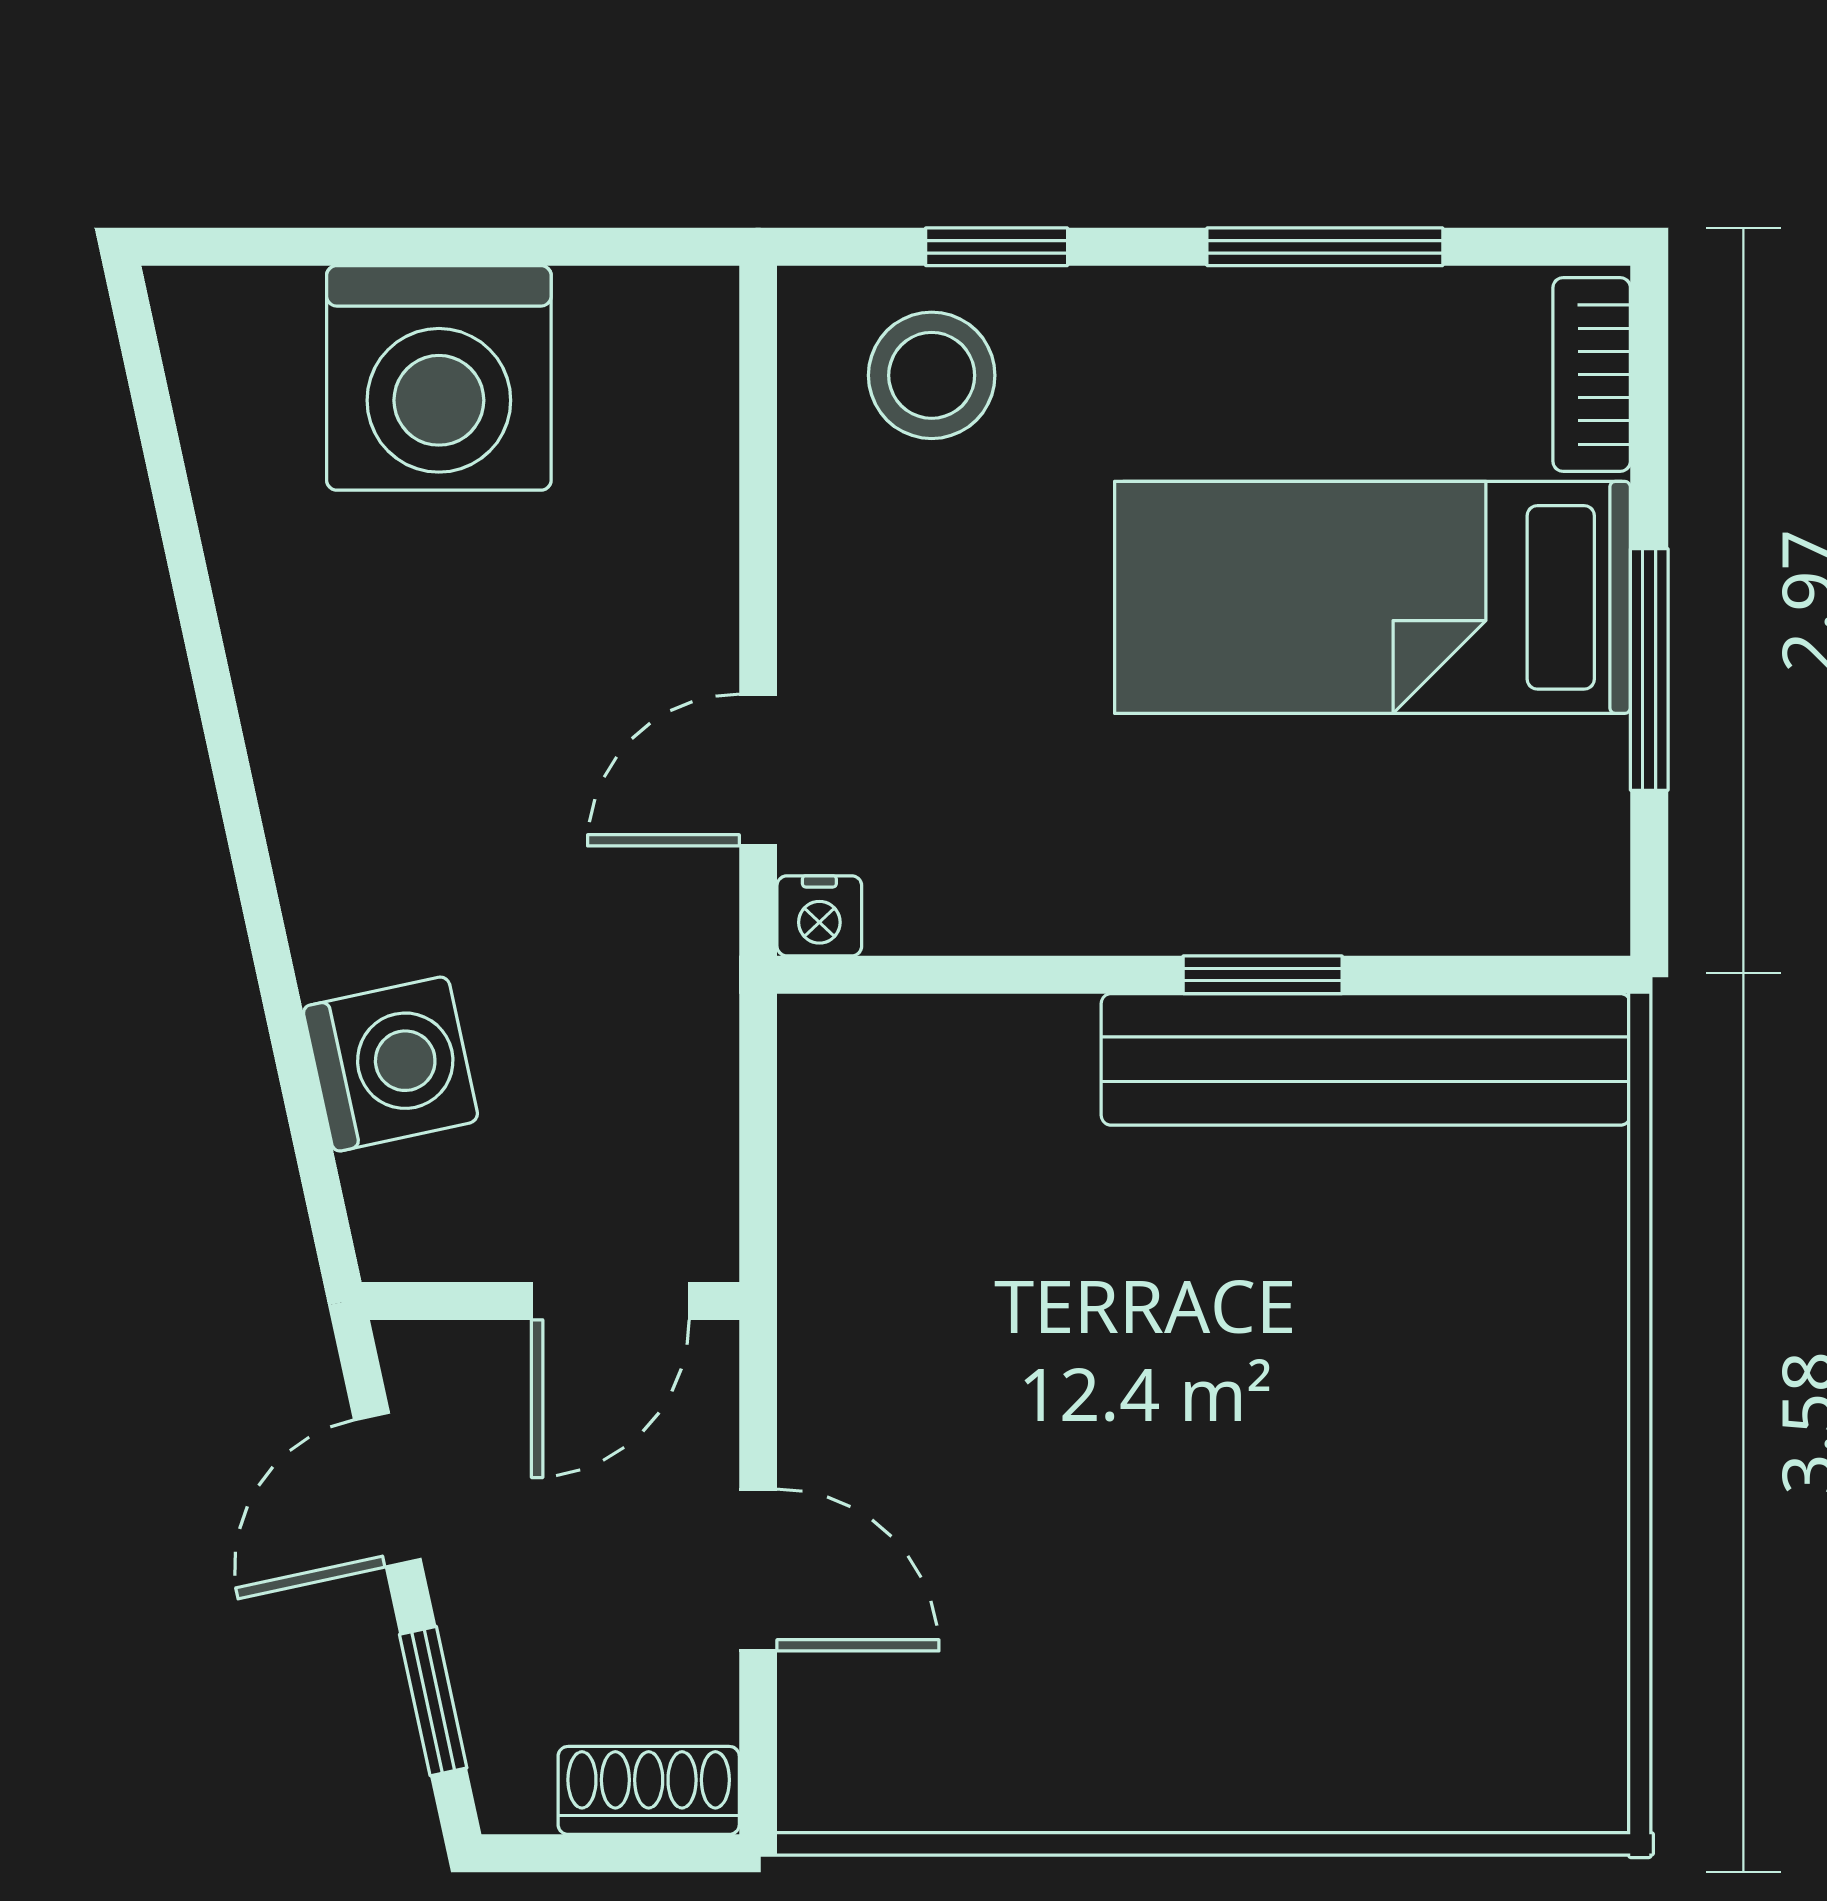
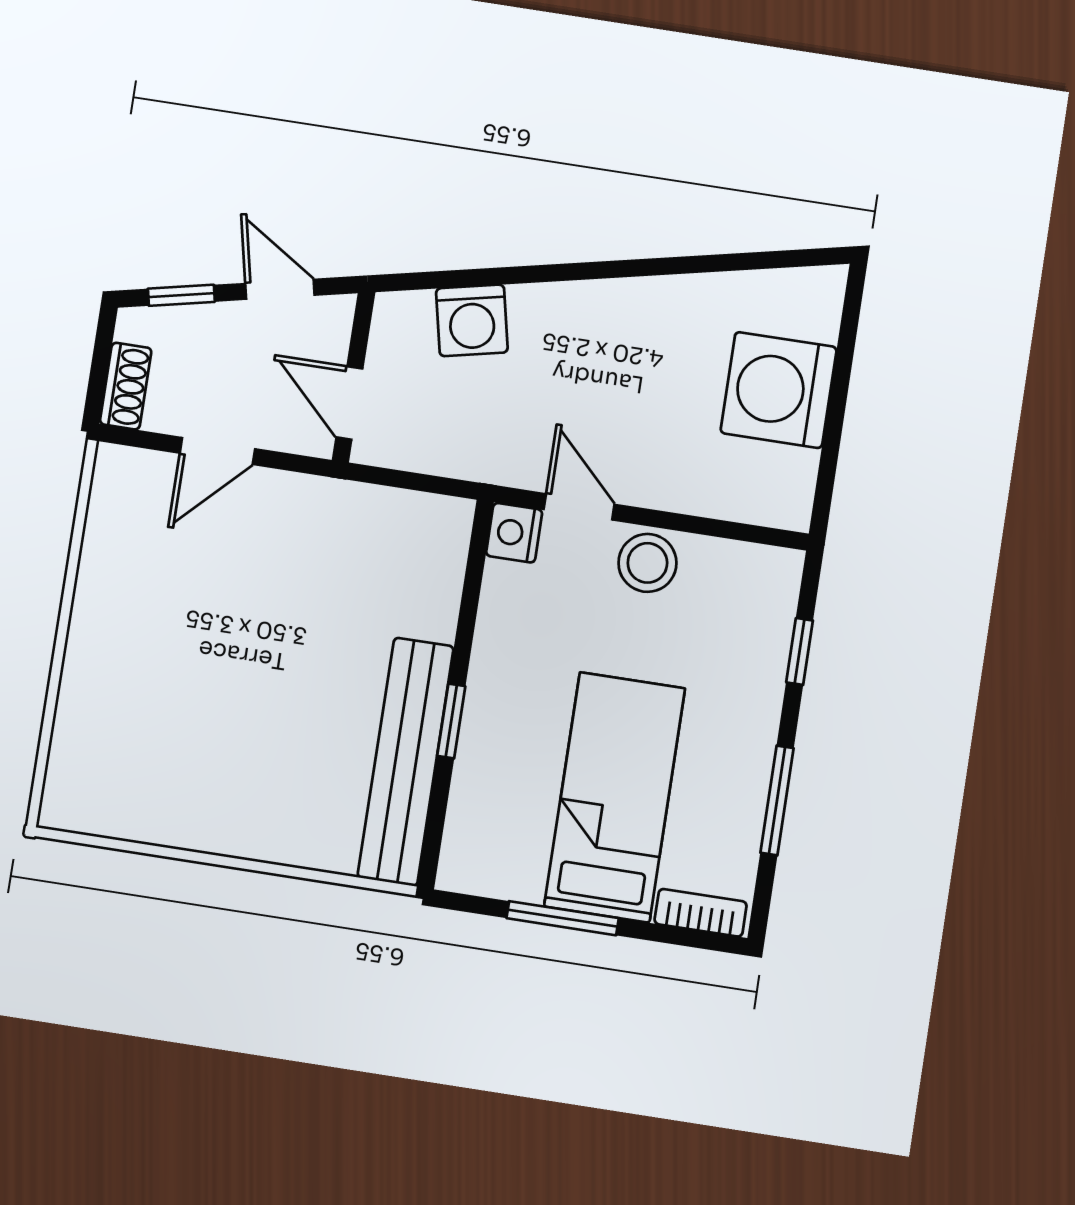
stool: (932, 375) -> (647, 563), moved
nightstand: (819, 916) -> (514, 533), width x1.39, depth x1.35

